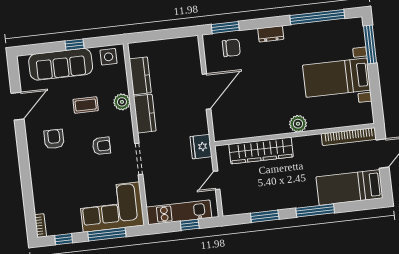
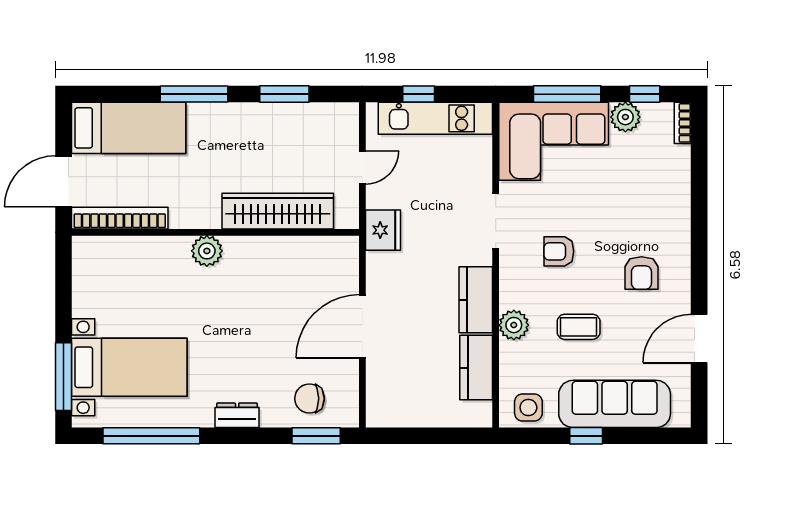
bed with nightstands: (337, 78) -> (129, 367), moved
plant: (73, 225) -> (625, 117), added

